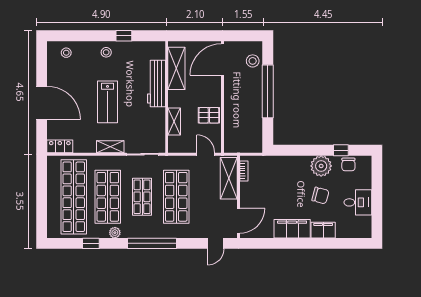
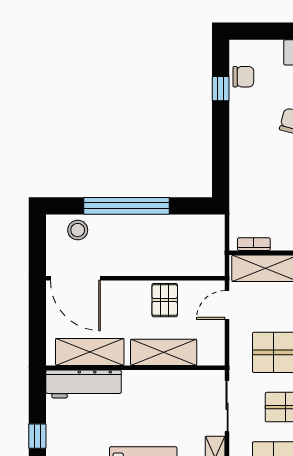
workbench: (156, 84) -> (84, 384), moved
shelving: (174, 121) -> (164, 352), width x1.50, depth x1.33
plant: (321, 166) -> (246, 120), removed

